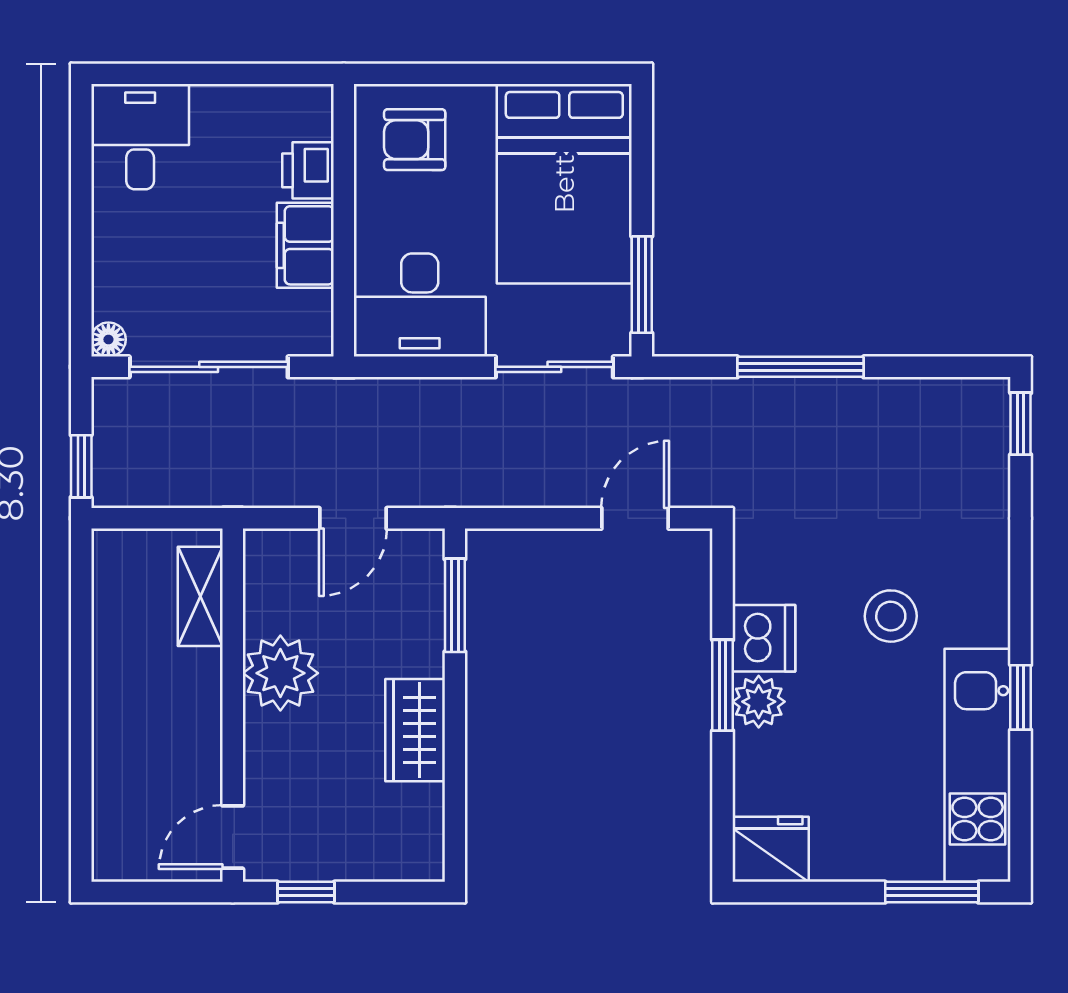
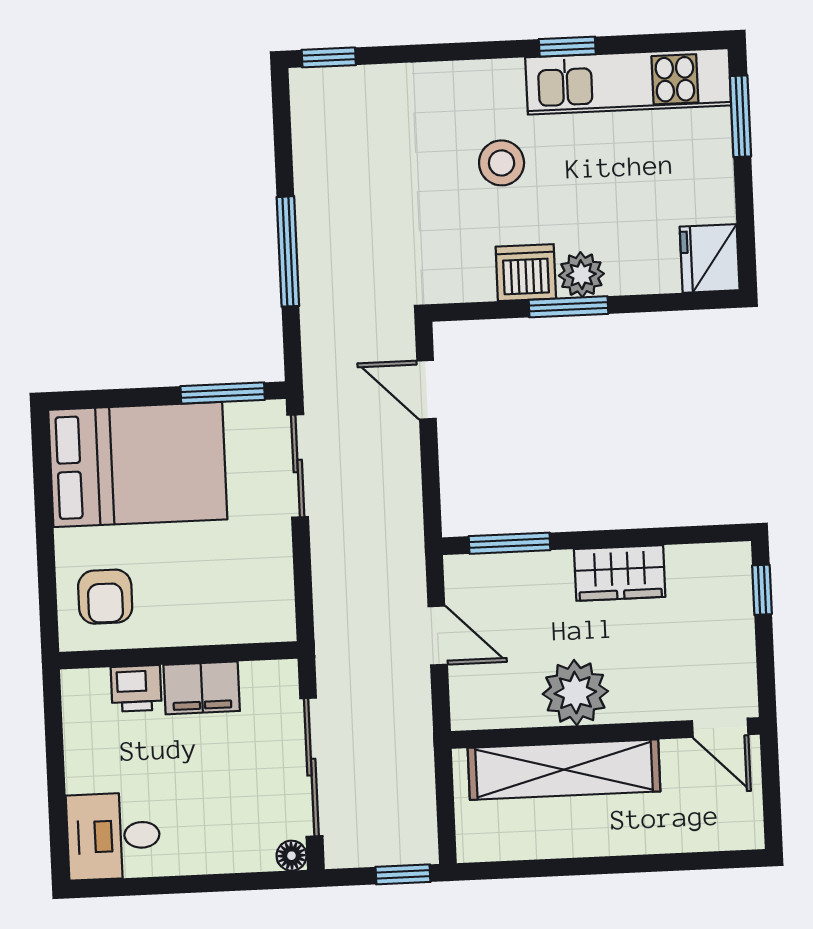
desk: (420, 305) -> (249, 586), removed
shelving: (200, 596) -> (564, 770), width x2.20, depth x1.33
window: (306, 892) -> (762, 590), moved

